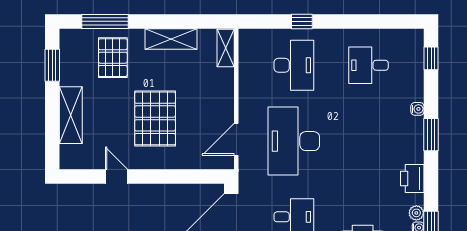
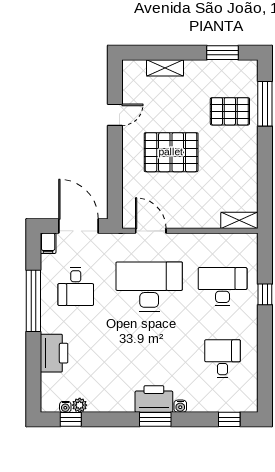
shelving: (171, 39) -> (248, 168), removed
desk: (294, 65) -> (223, 287), turned 180
shelving: (71, 115) -> (165, 68), width x0.67, depth x0.75
printer: (412, 178) -> (154, 399), moved, width x1.37, depth x1.19

